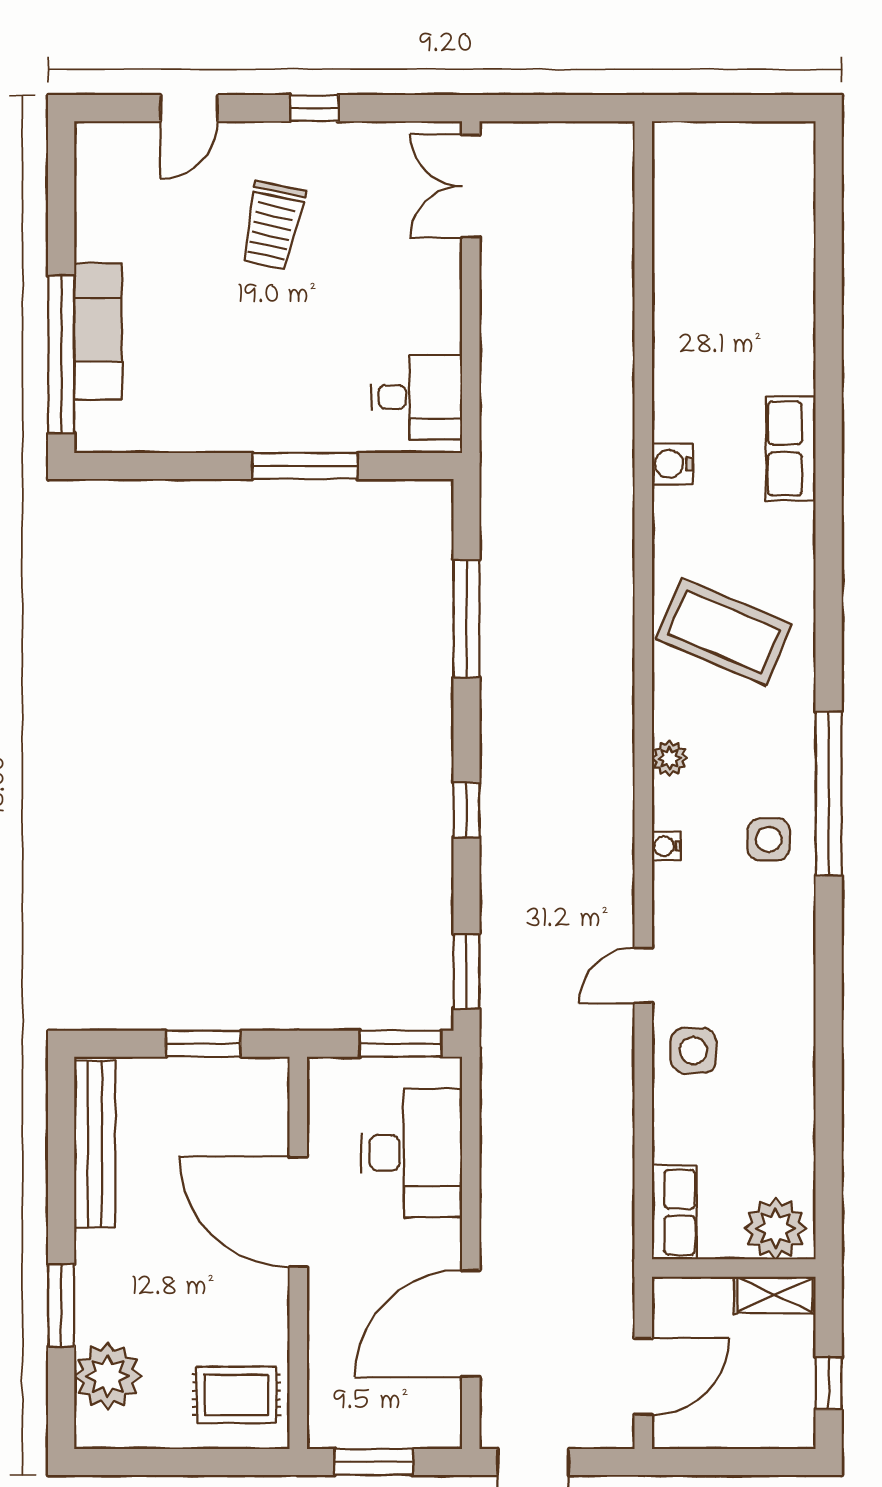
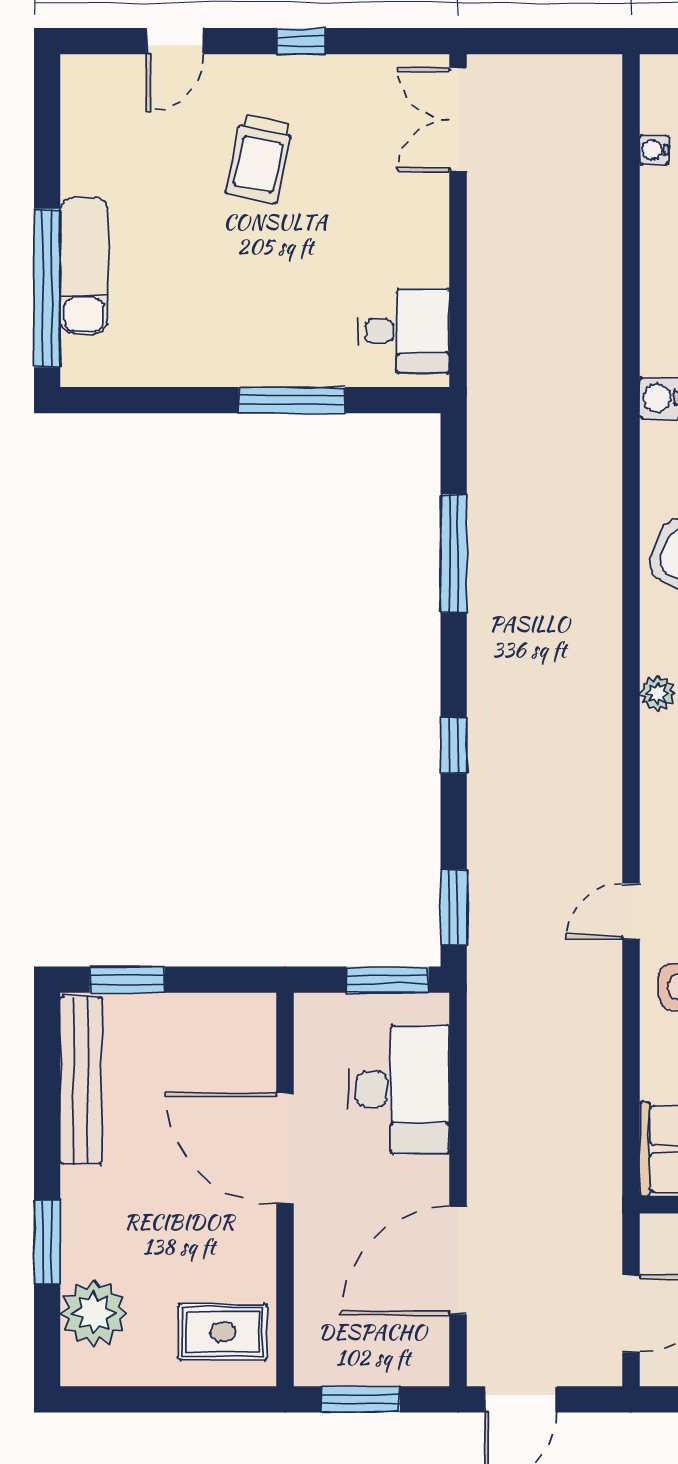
water cooler: (666, 846) -> (654, 150), moved
window: (203, 1044) -> (127, 980), moved

